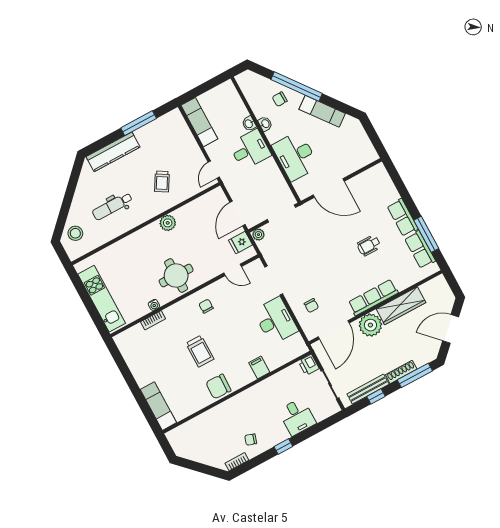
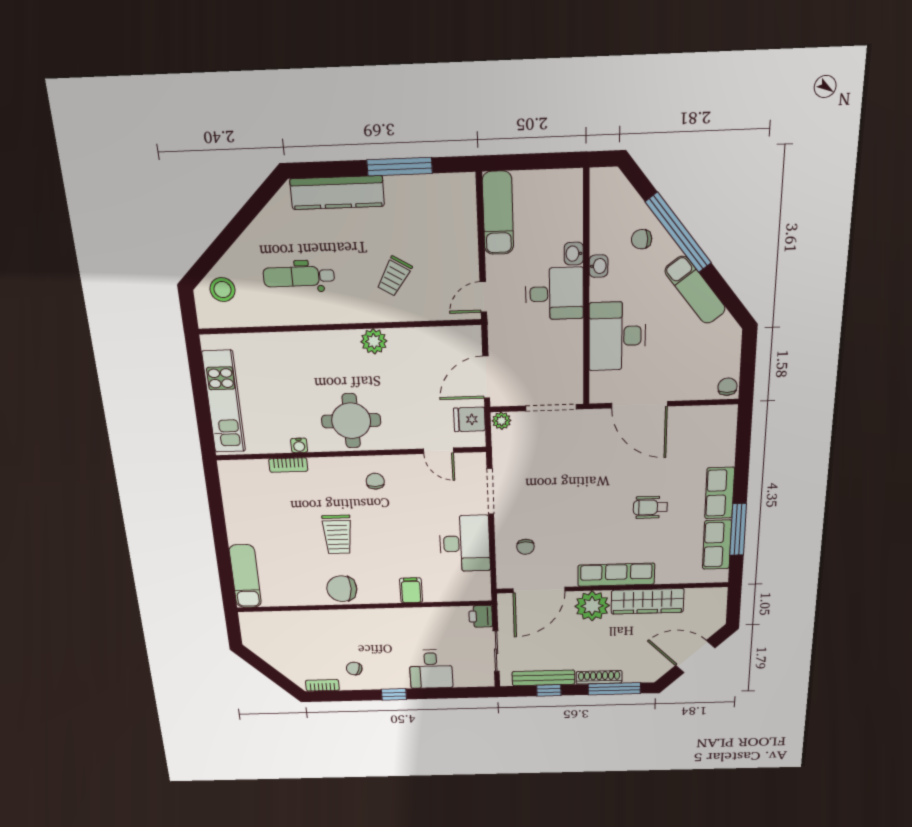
chair: (370, 154) -> (727, 387), added

